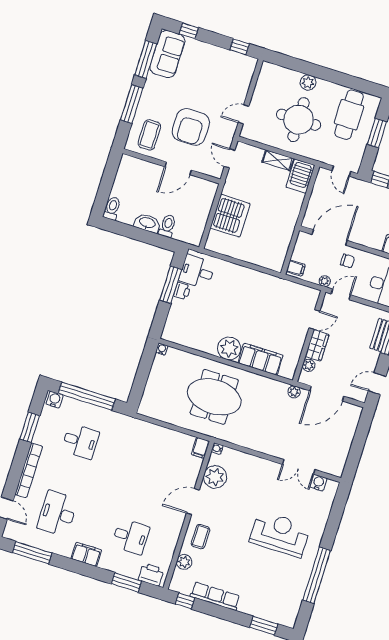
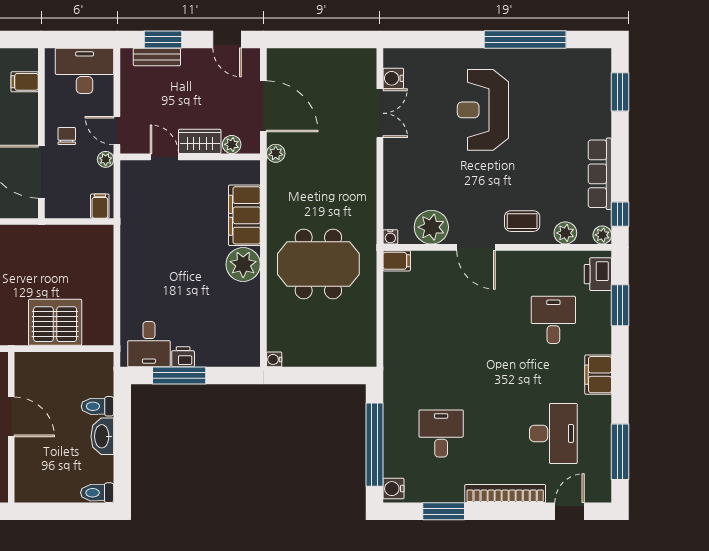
meeting table: (214, 397) -> (318, 264), turned 90
desk: (58, 514) -> (553, 433), turned -90
plant: (175, 585) -> (602, 235), added

